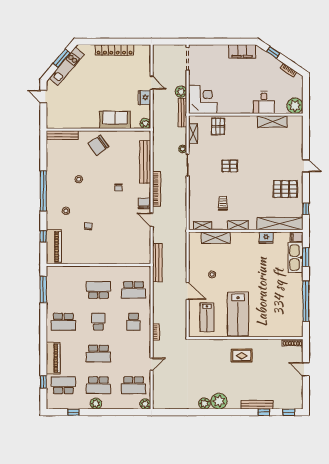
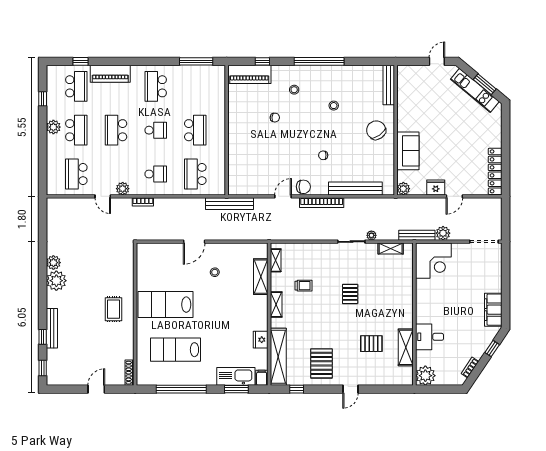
locker: (114, 50) -> (495, 171), moved
pallet: (218, 126) -> (371, 344), moved
lab bench: (207, 317) -> (176, 350), moved, width x1.36, depth x1.39
school desk: (134, 322) -> (156, 174), turned 180
school desk: (98, 385) -> (76, 130), turned 180
plant: (145, 404) -> (123, 189), moved

